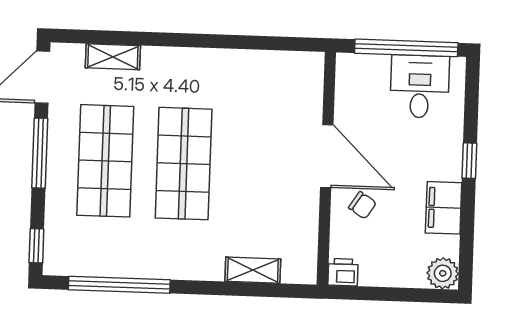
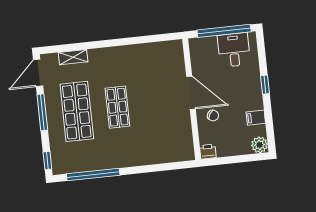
shop shelf: (184, 164) -> (117, 107), width x0.70, depth x0.74
filing cabinet: (444, 208) -> (256, 118), width x0.50
shelving: (253, 270) -> (161, 157), removed

